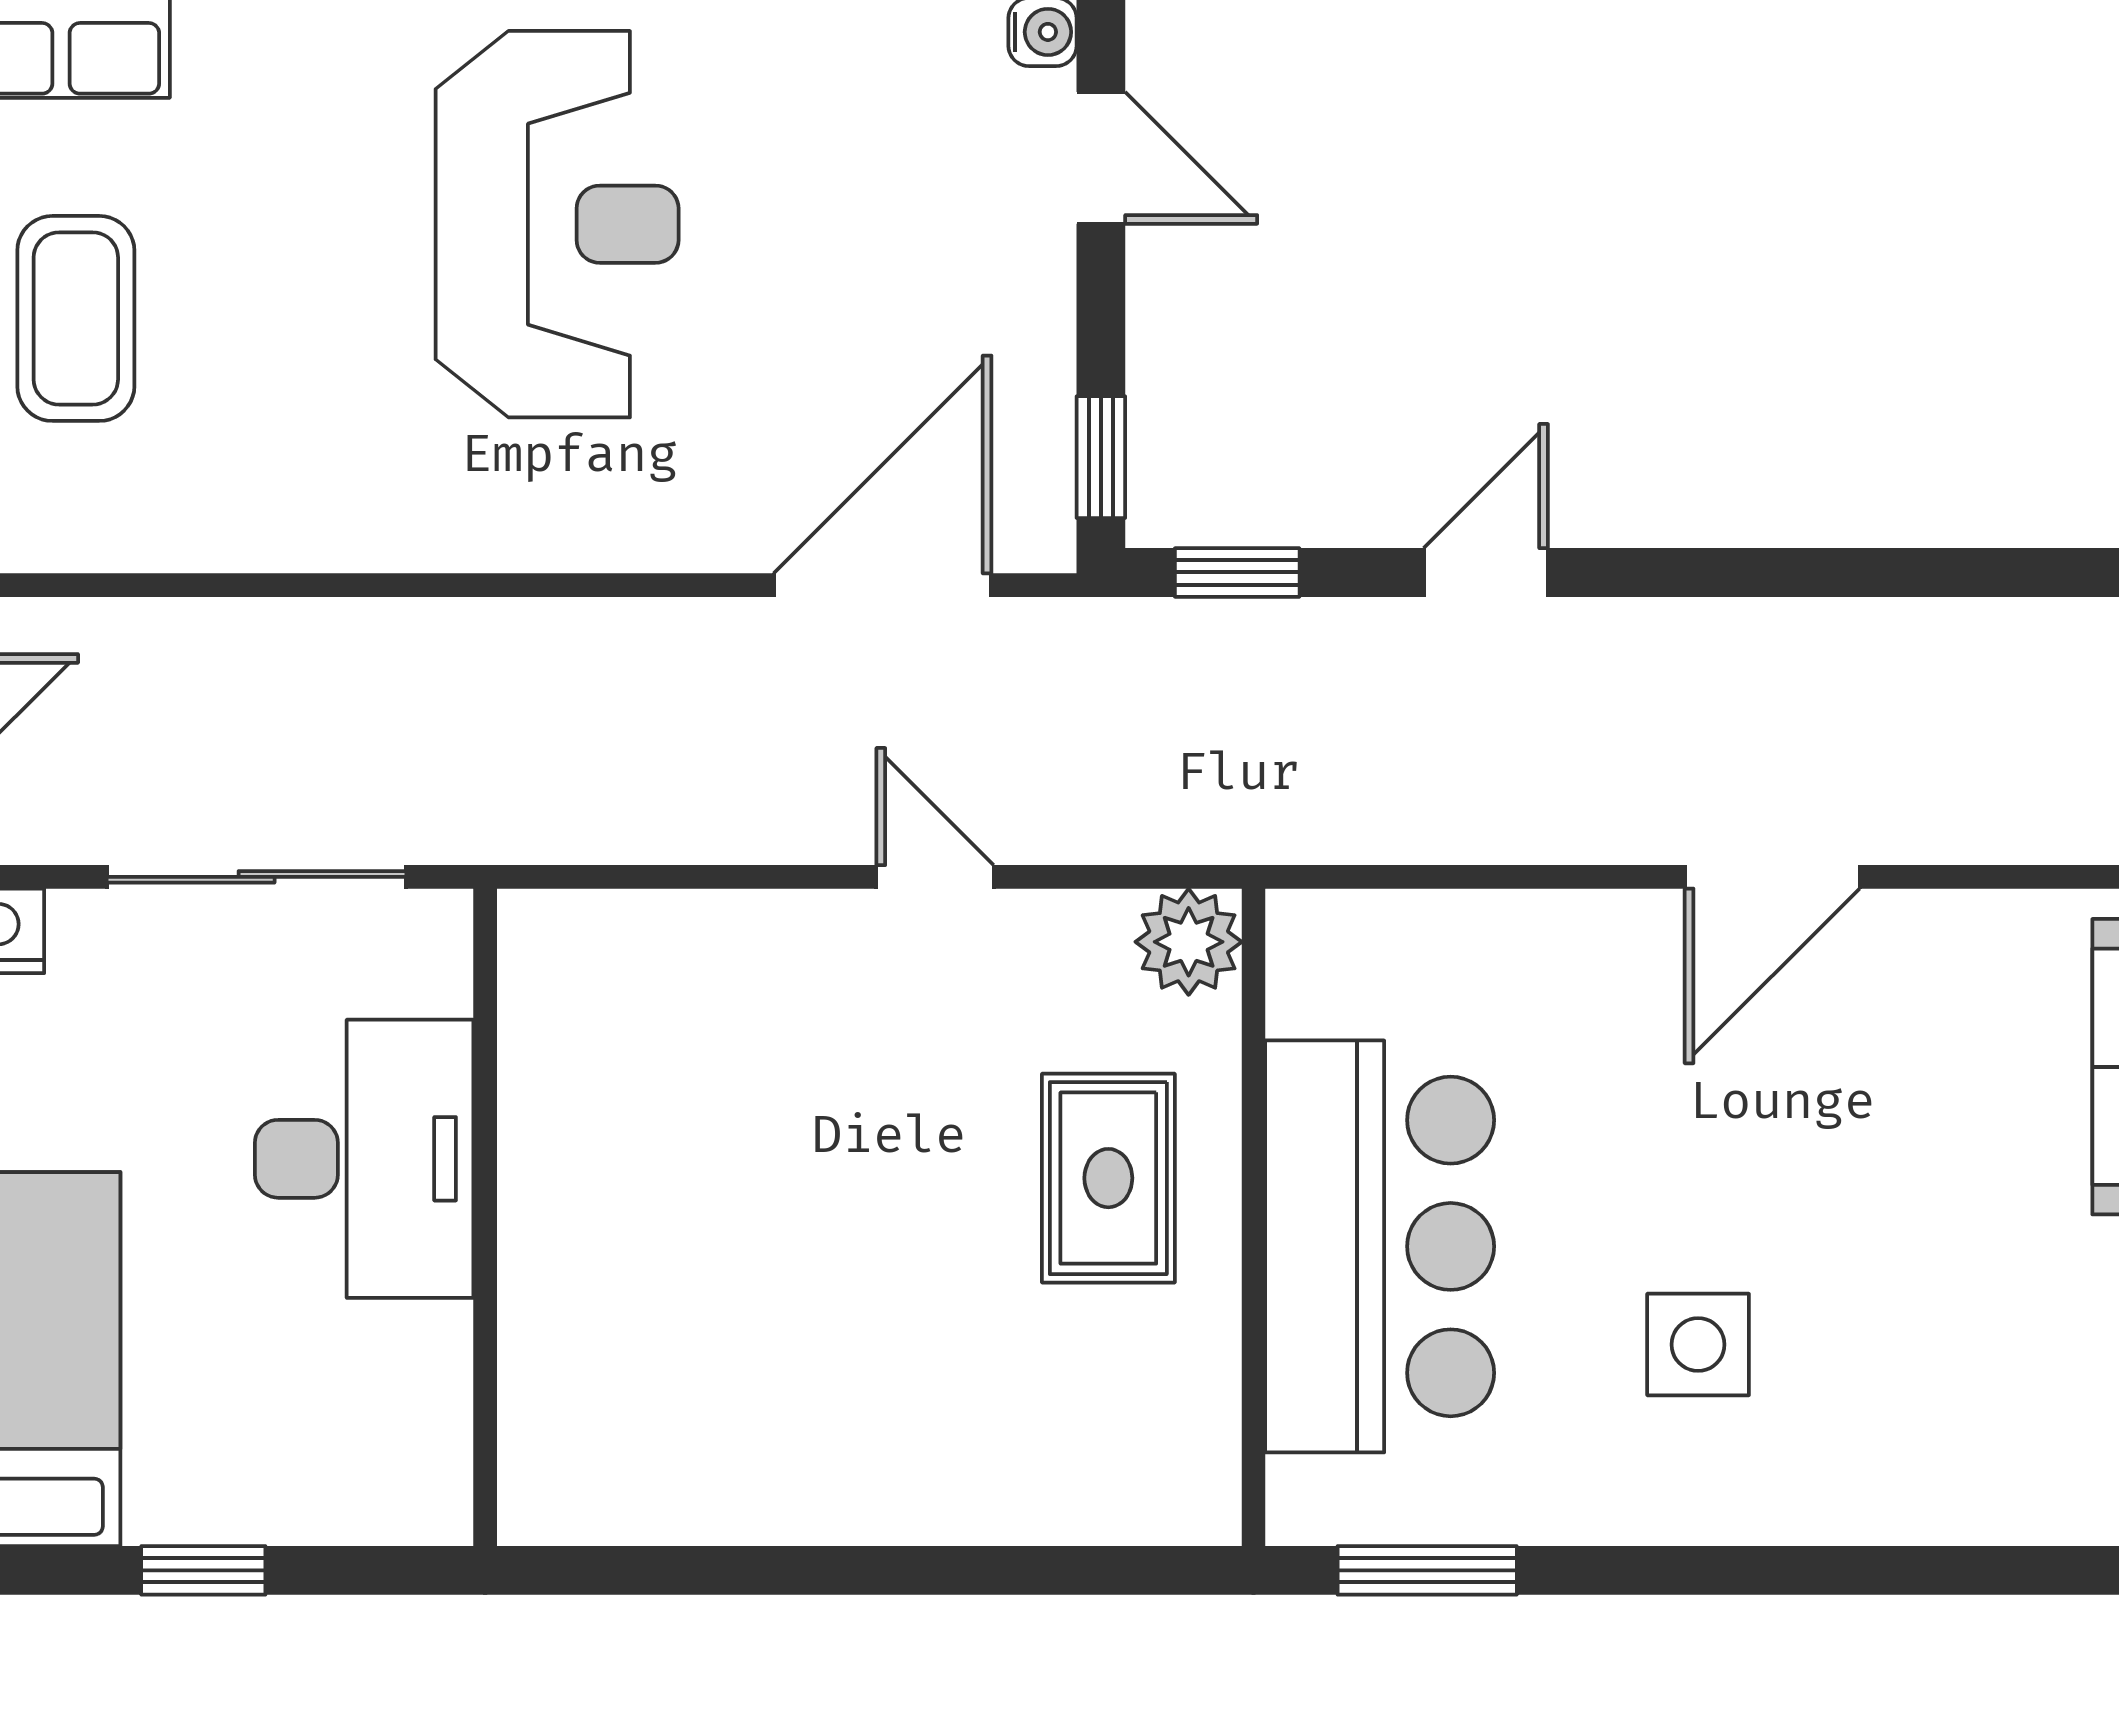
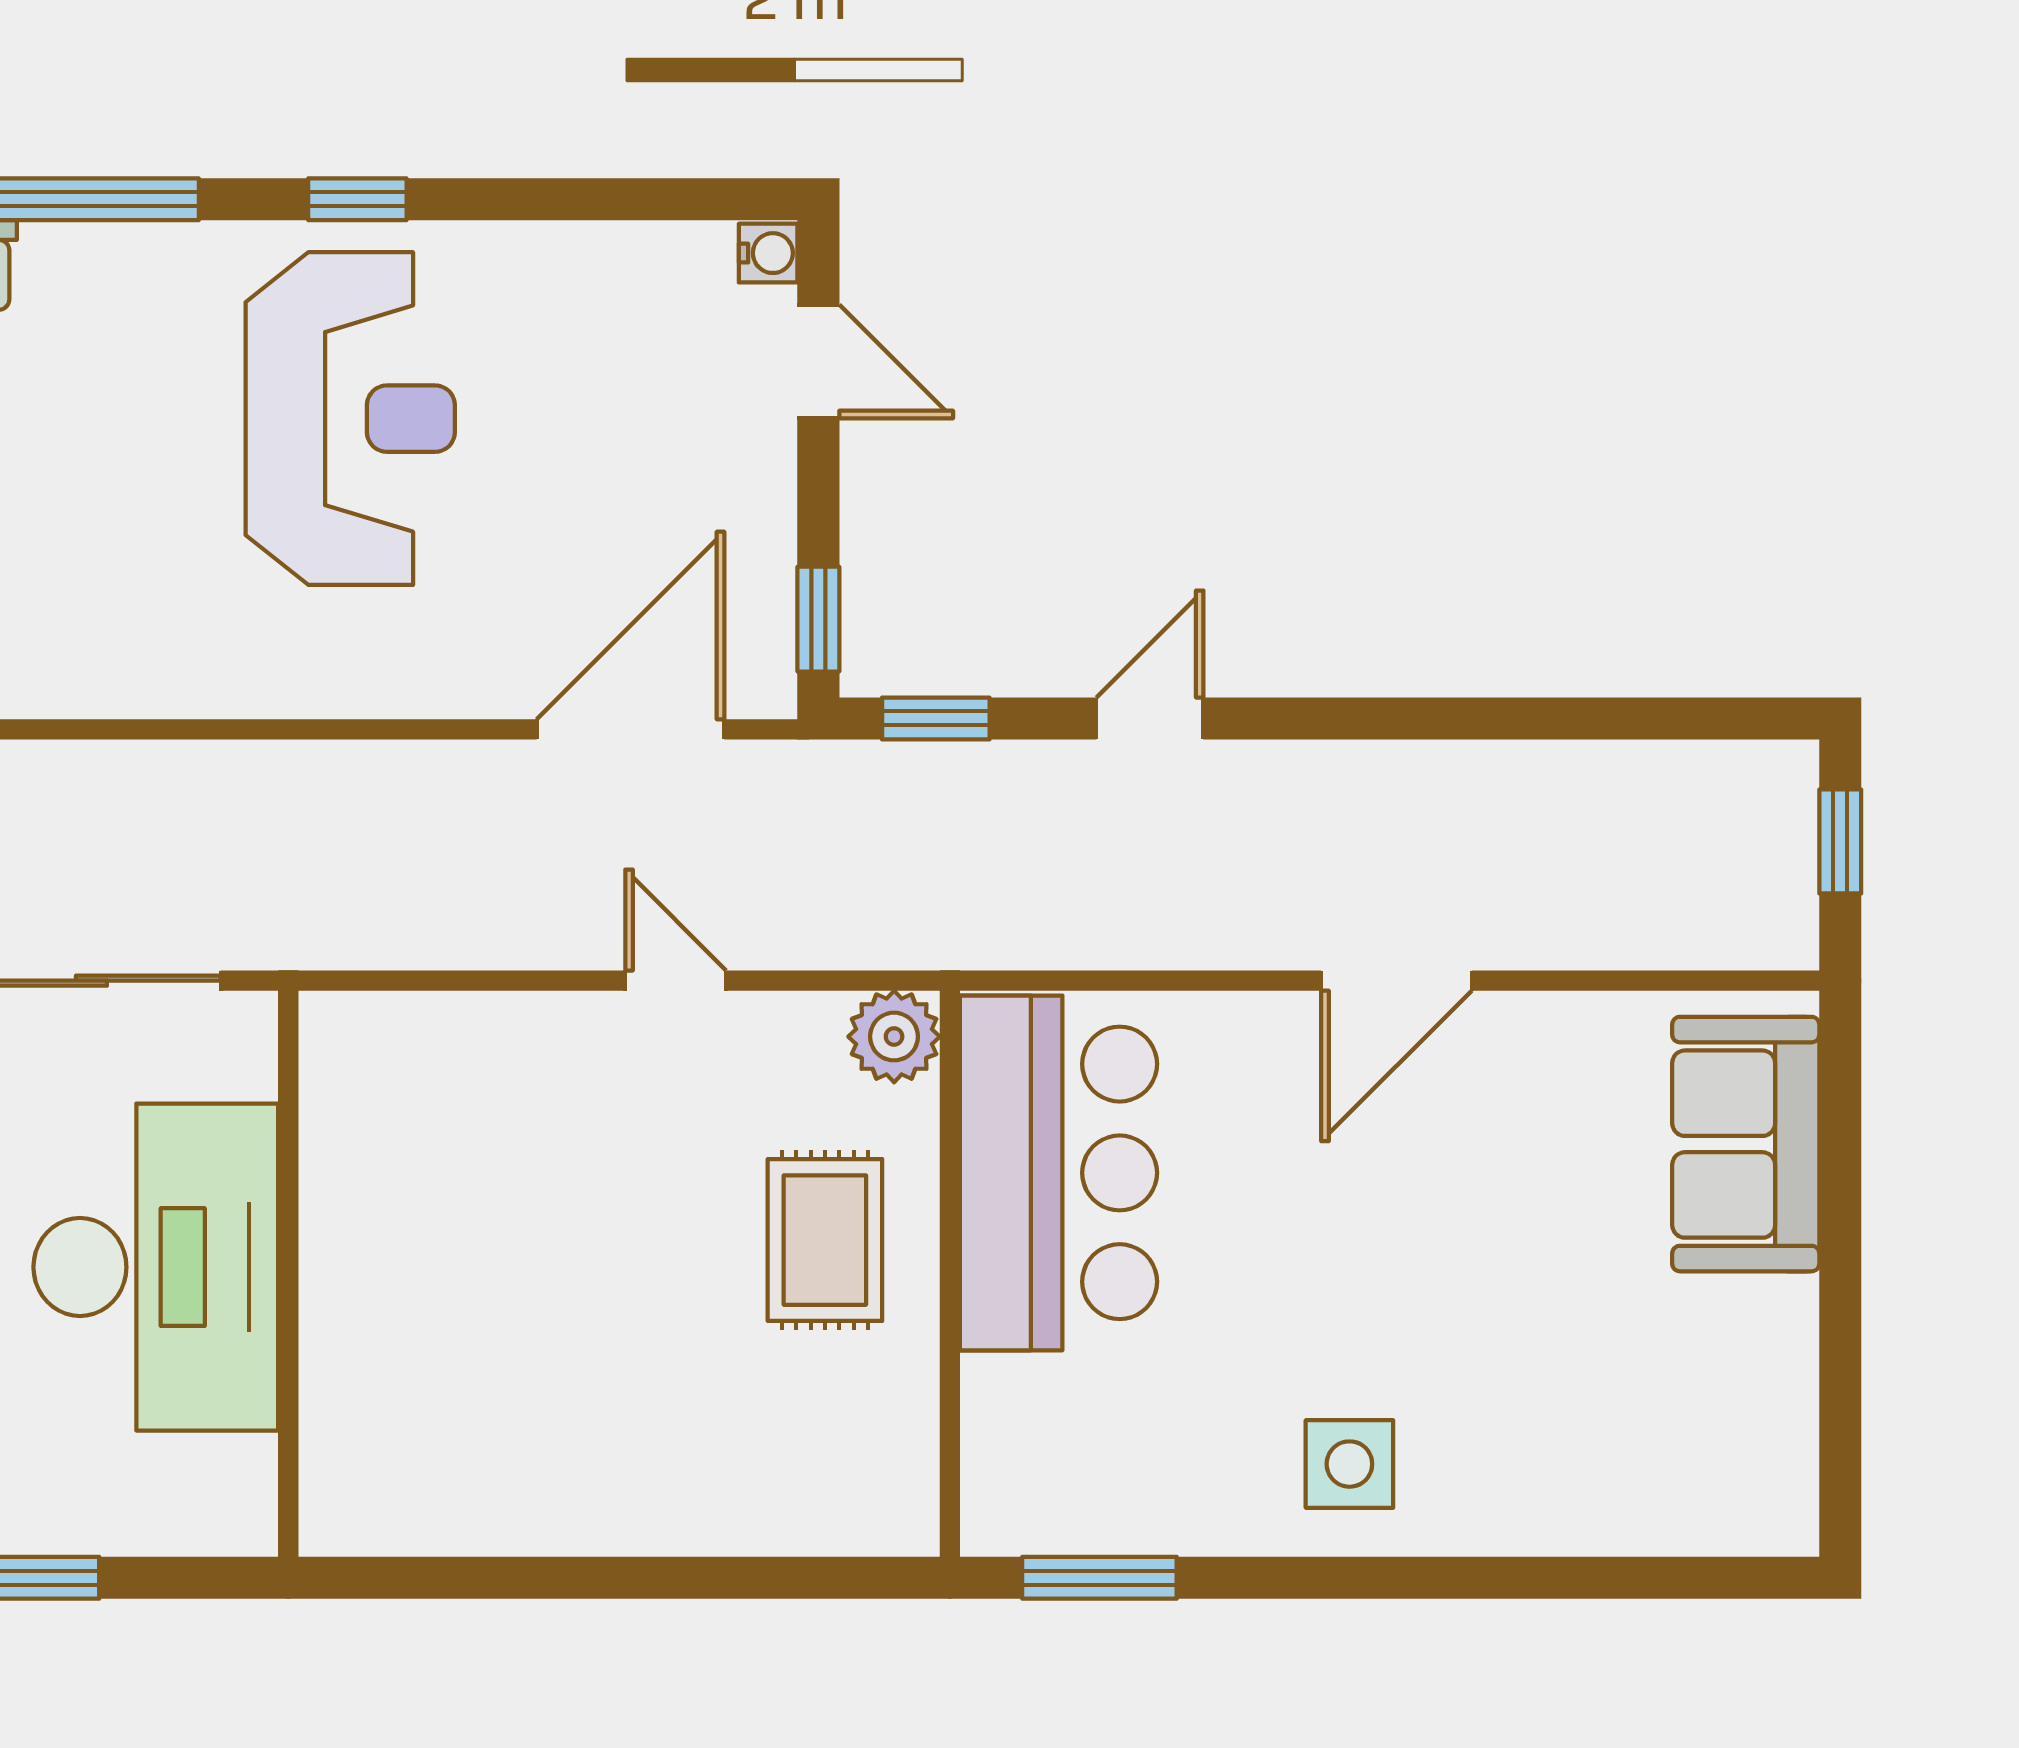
desk: (364, 1159) -> (156, 1267), width x1.36, depth x1.30
bar counter: (1380, 1246) -> (1059, 1173), moved
side table: (1698, 1345) -> (1349, 1464), moved

